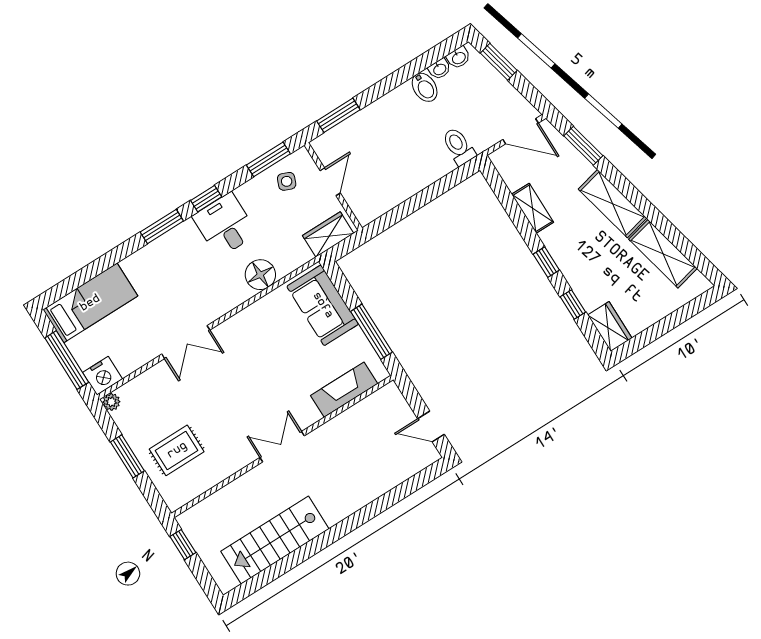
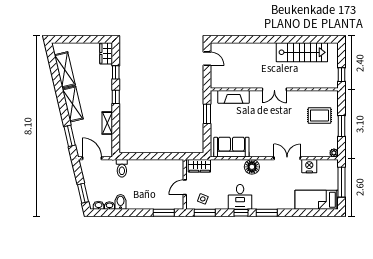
floor lamp: (260, 275) -> (252, 167), moved
sofa: (323, 305) -> (231, 147), moved, turned -90
window: (371, 332) -> (207, 114), width x0.69
nightstand: (102, 376) -> (309, 166), moved

